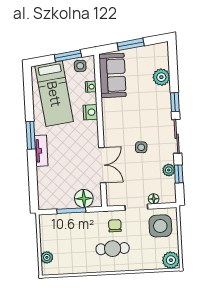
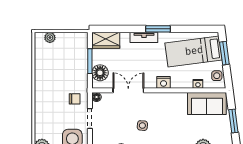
window: (68, 56) -> (224, 53), moved
nightstand: (90, 112) -> (164, 82), moved
double door: (102, 165) -> (128, 90), swing flipped
wardrobe: (47, 194) -> (106, 40), added
floor lamp: (154, 199) -> (97, 97), moved
cafe table: (113, 249) -> (55, 96), removed

